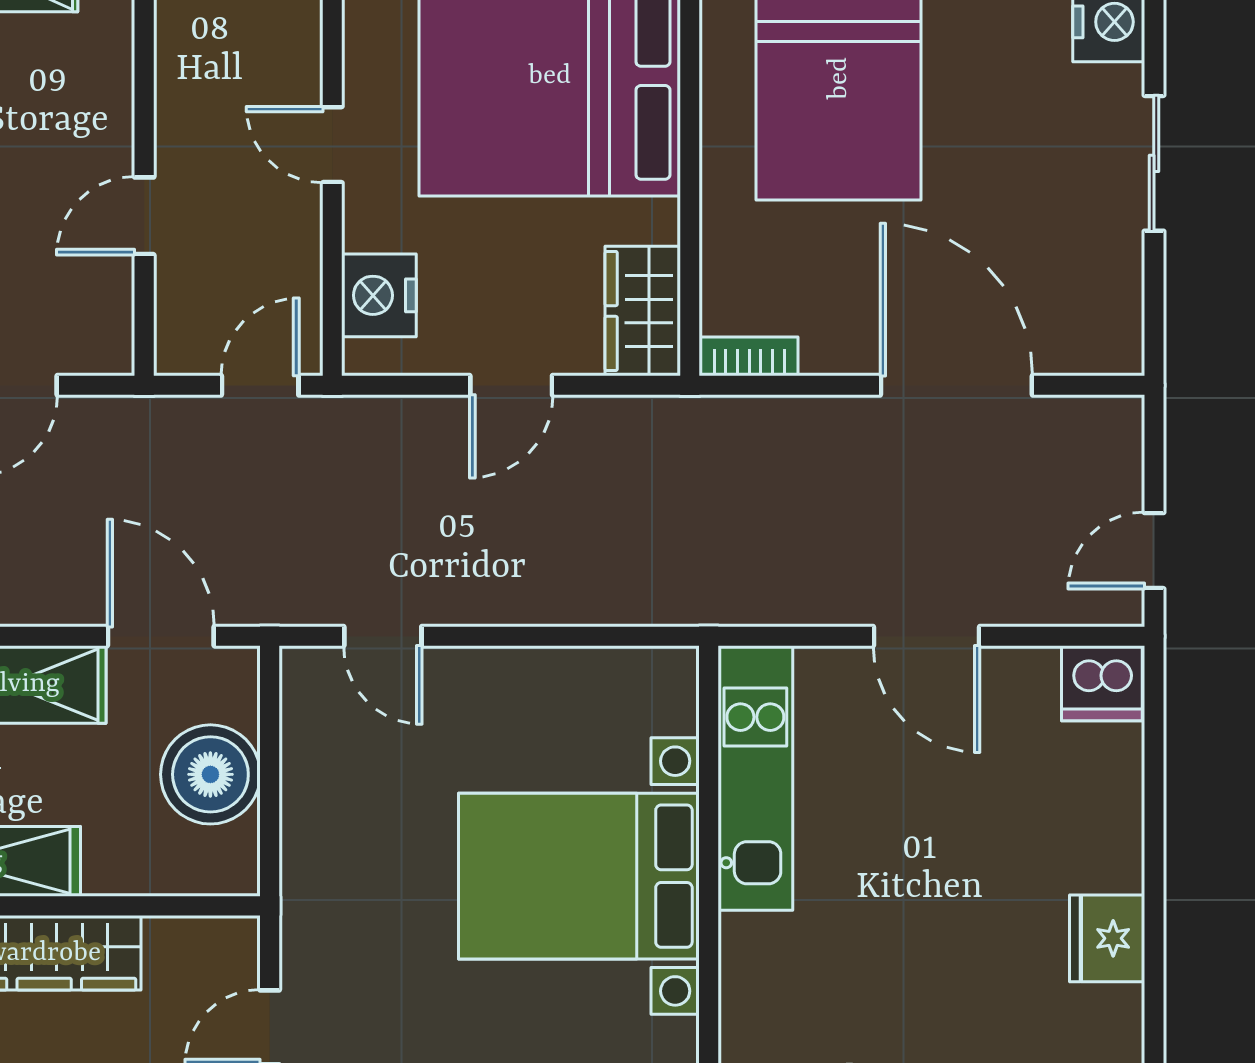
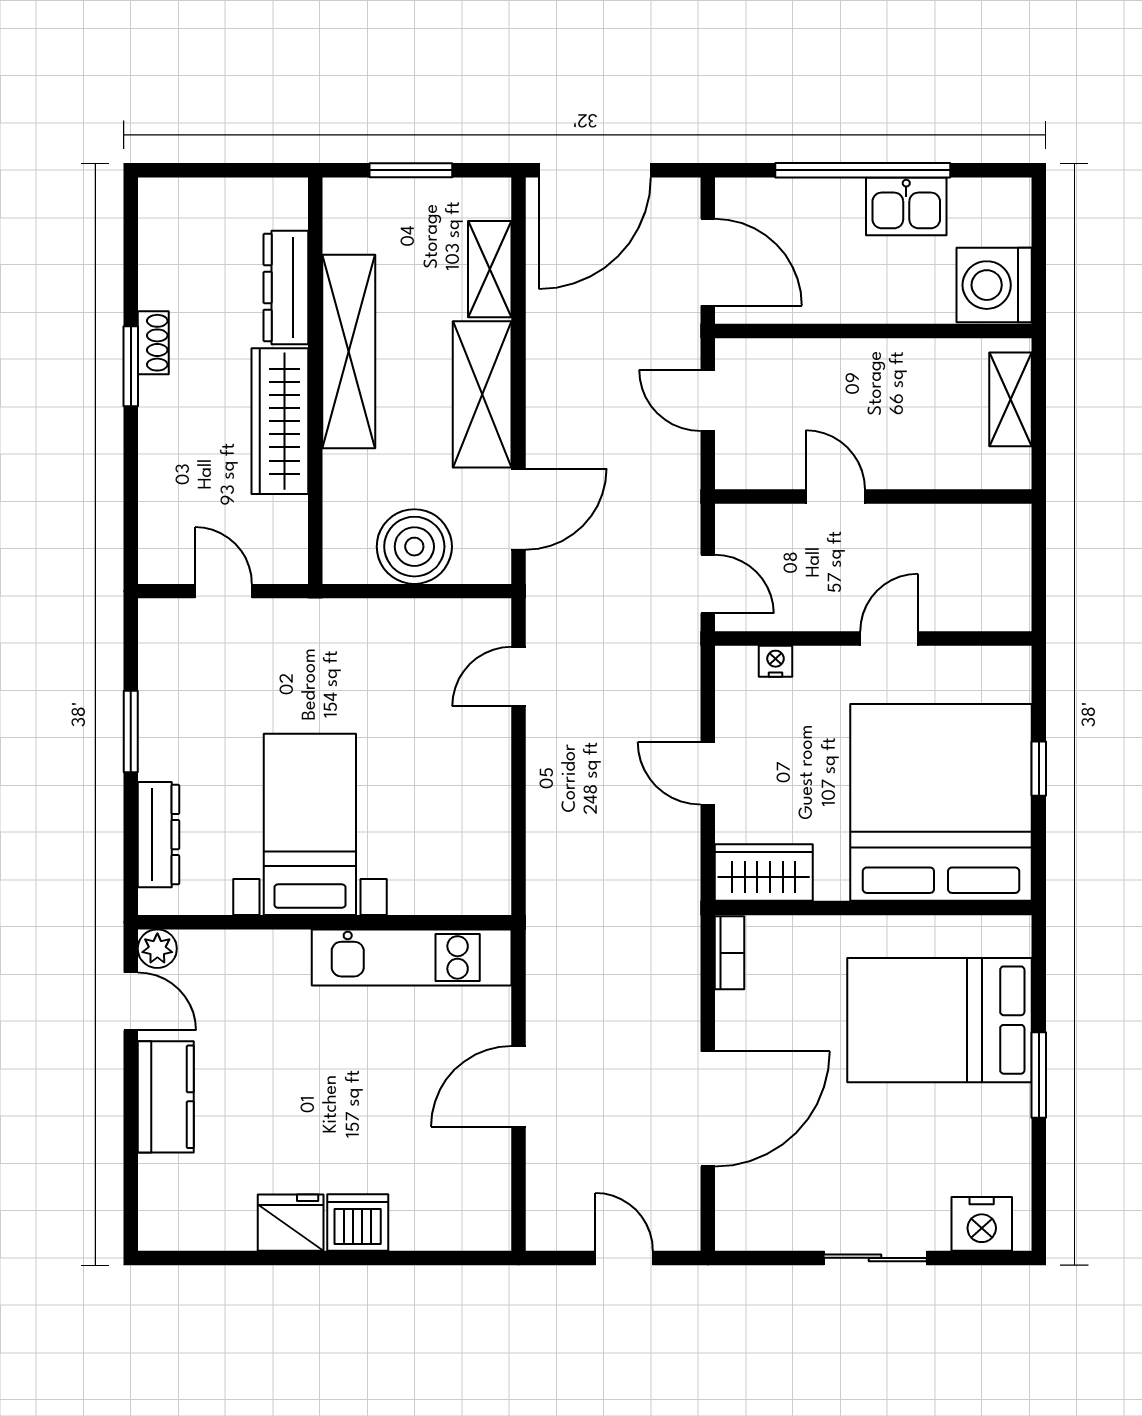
nightstand: (379, 295) -> (775, 661), width x0.53, depth x0.56
door: (1154, 551) -> (624, 1258), moved
dishwasher: (1102, 683) -> (358, 1222), moved, turned 90
bed with nightstands: (579, 876) -> (310, 824), width x0.73

